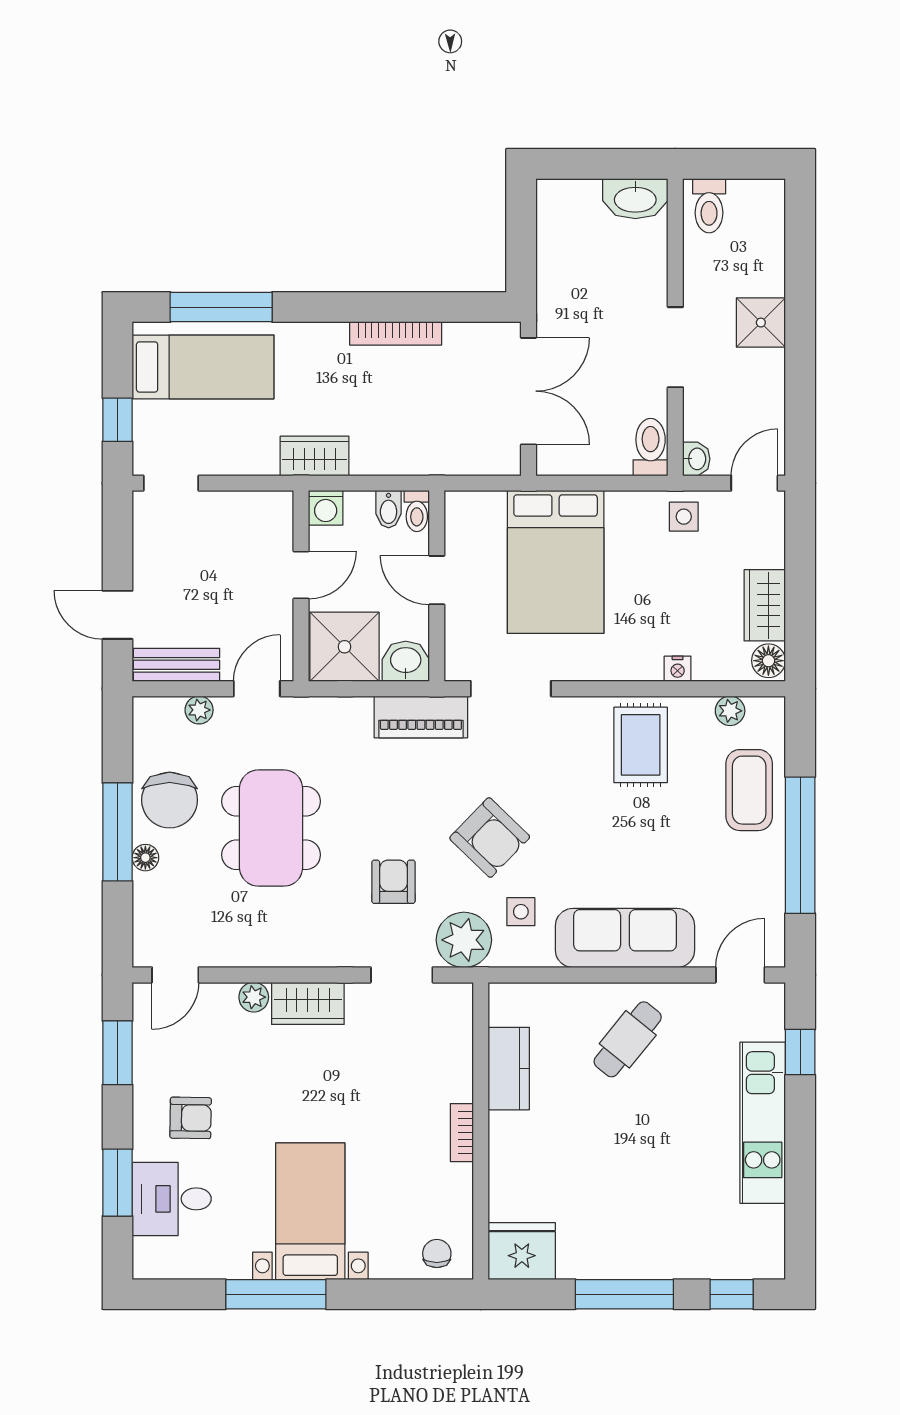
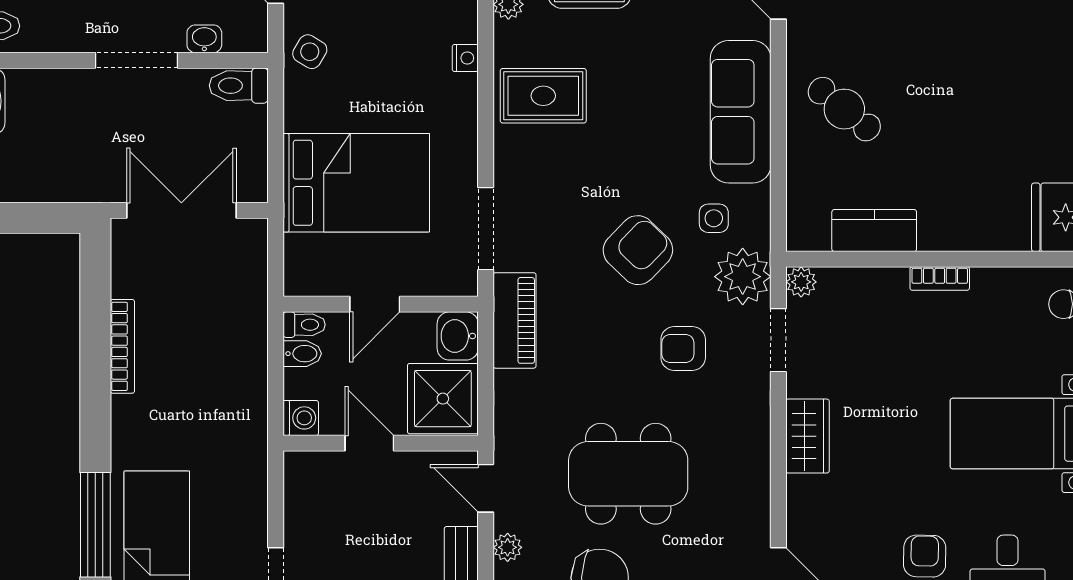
wardrobe: (314, 456) -> (248, 429), removed
washbasin: (696, 459) -> (204, 39), moved
side table: (684, 517) -> (310, 52), turned 31
plant: (254, 997) -> (801, 282), moved

